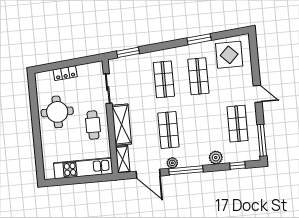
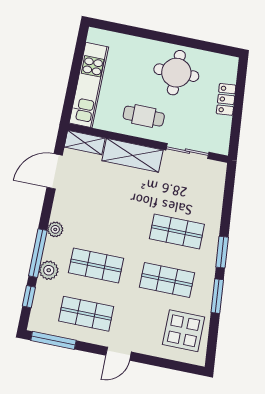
window: (128, 52) -> (222, 252), moved
shop shelf: (168, 130) -> (96, 265), moved
plant: (172, 163) -> (55, 229), moved
window: (186, 170) -> (38, 253), moved

